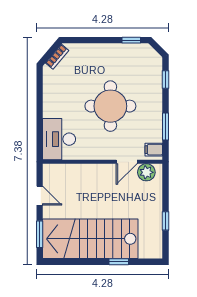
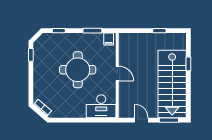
door: (127, 162) -> (117, 73), moved
plant: (146, 172) -> (125, 44), removed
door: (40, 196) -> (141, 120), hinge flipped

